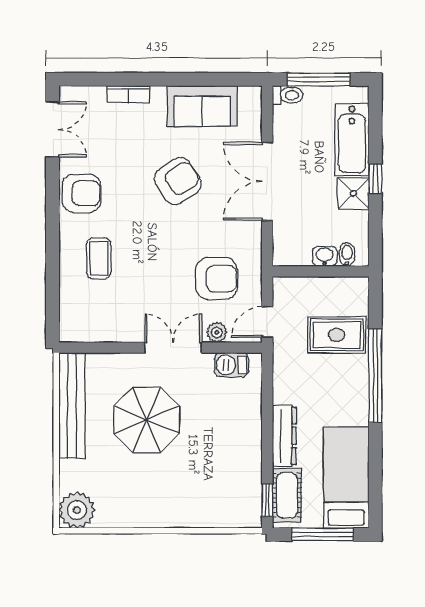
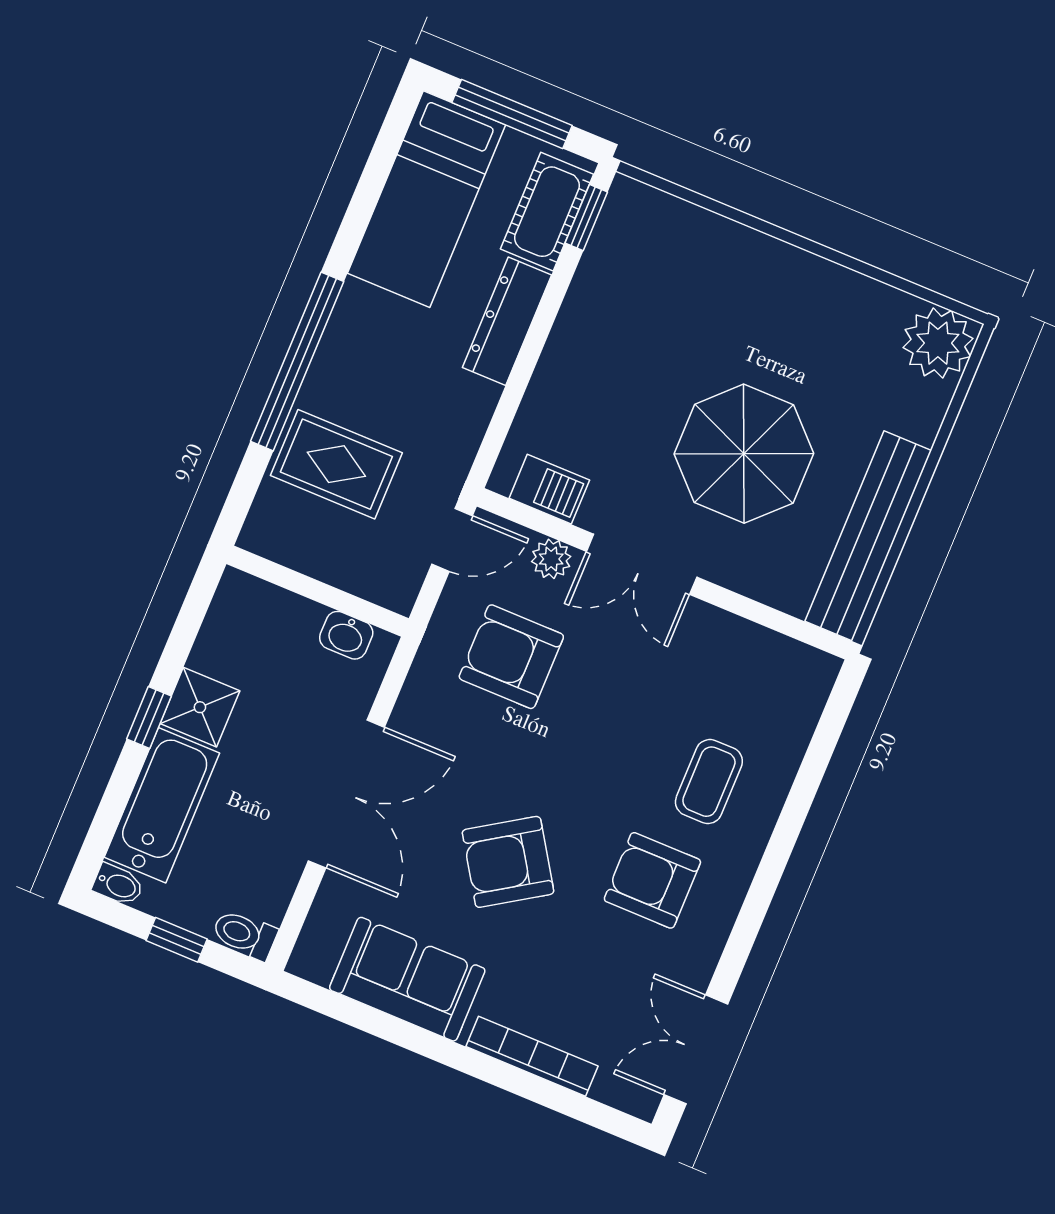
window: (319, 79) -> (177, 940), width x0.46
bookcase: (128, 94) -> (532, 1056), width x1.56
armchair: (81, 193) -> (652, 880), moved
bidet: (347, 254) -> (118, 885), moved, turned -90
washbasin: (325, 256) -> (346, 635), moved

